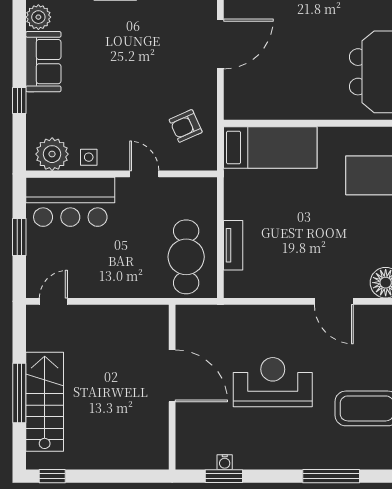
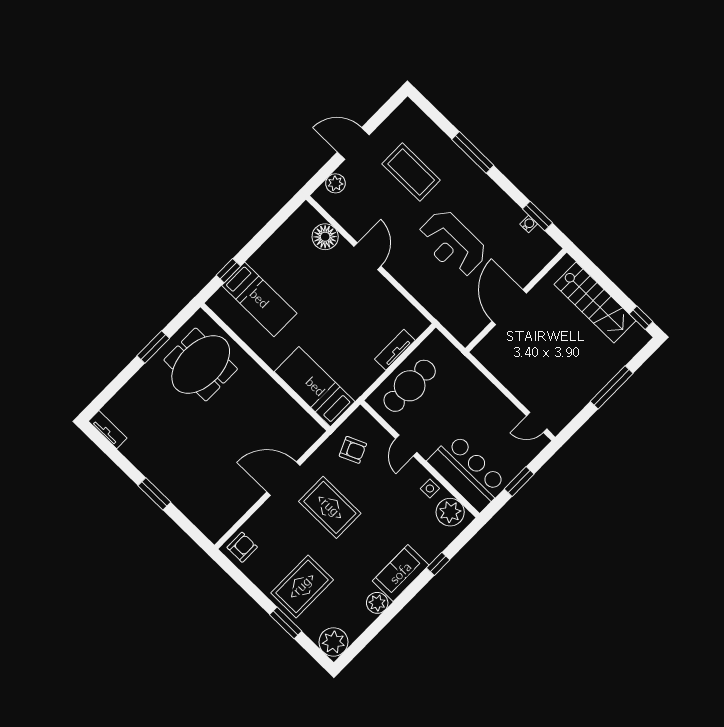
rug: (157, 58) -> (330, 507), added
cafe table: (186, 257) -> (410, 386), moved
stairs: (45, 402) -> (595, 303), moved, turned -90

